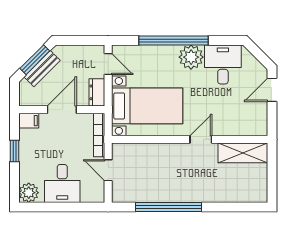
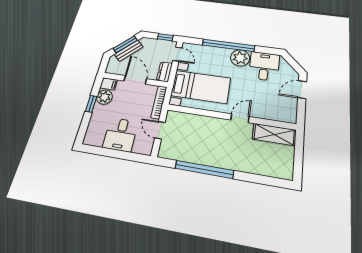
window: (87, 40) -> (165, 37), added
door: (62, 110) -> (135, 80), hinge flipped
plant: (29, 193) -> (104, 97), moved

